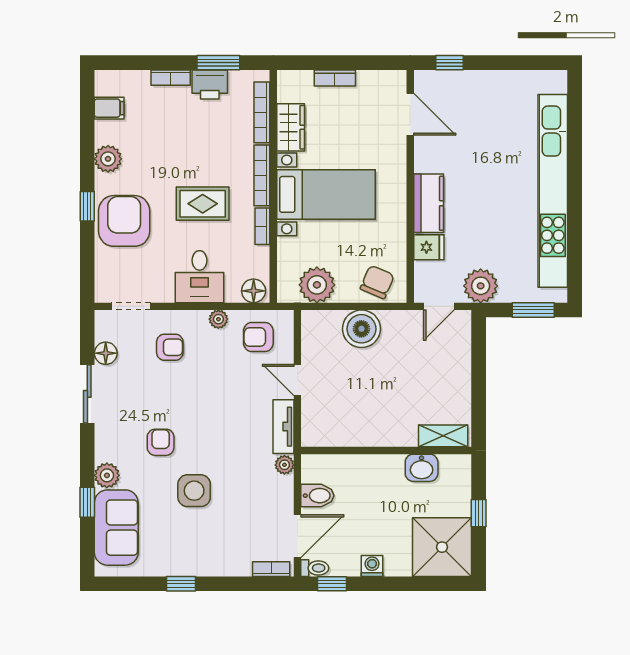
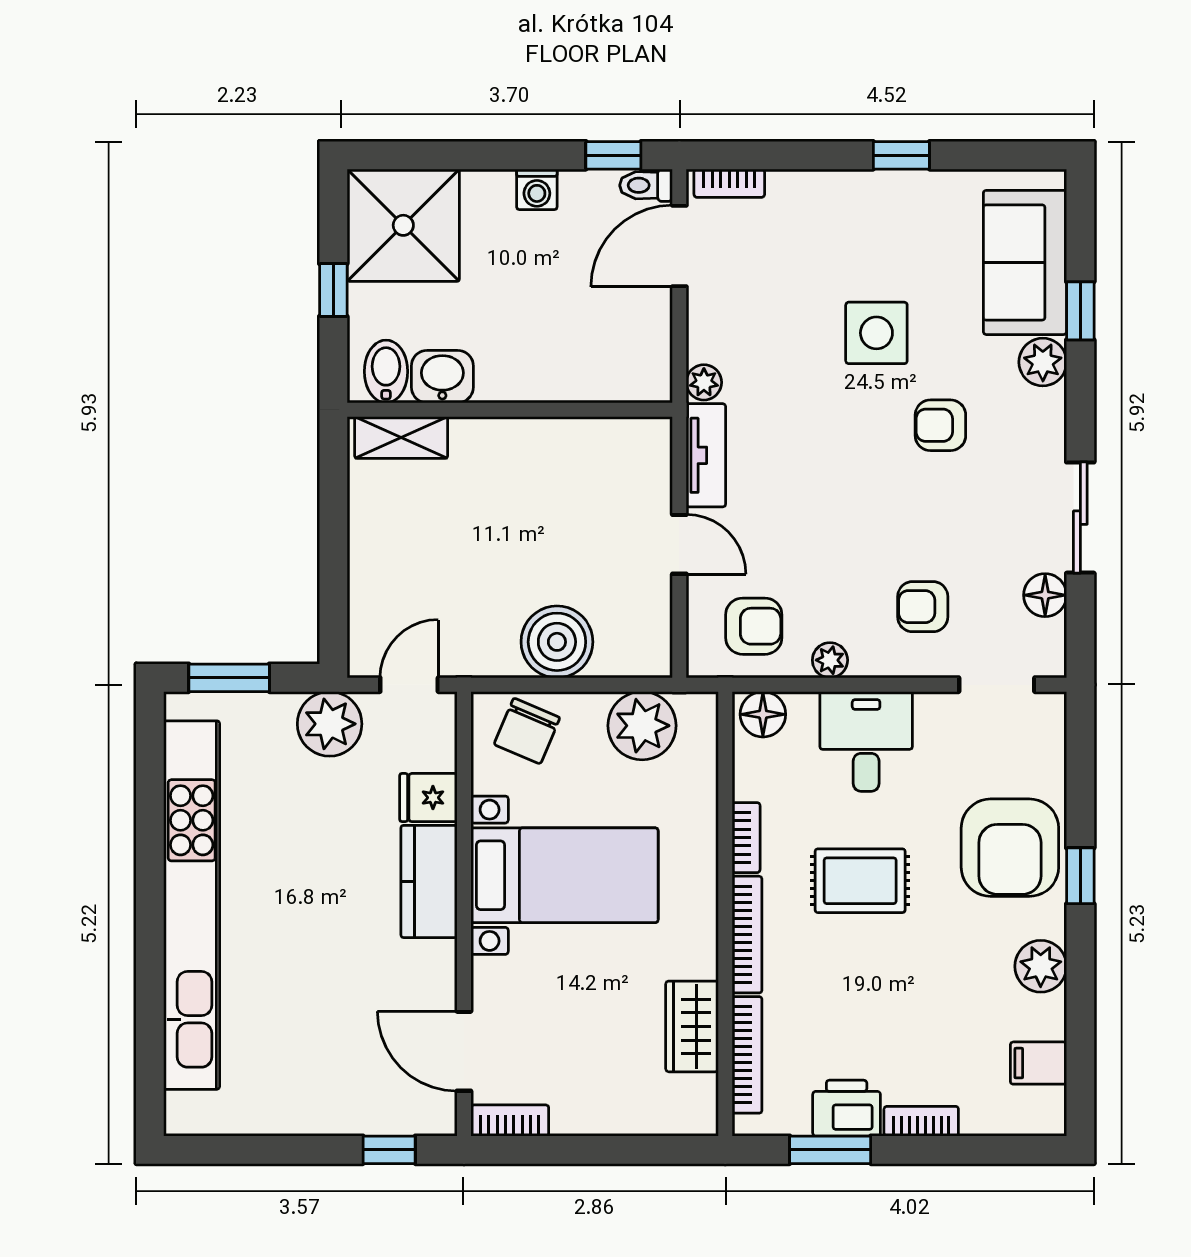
bookcase: (335, 78) -> (510, 1121), moved
bed with nightstands: (326, 194) -> (564, 875), moved, turned 180
armchair: (161, 442) -> (940, 425), turned 90
bidet: (317, 496) -> (386, 371), moved, turned 90

